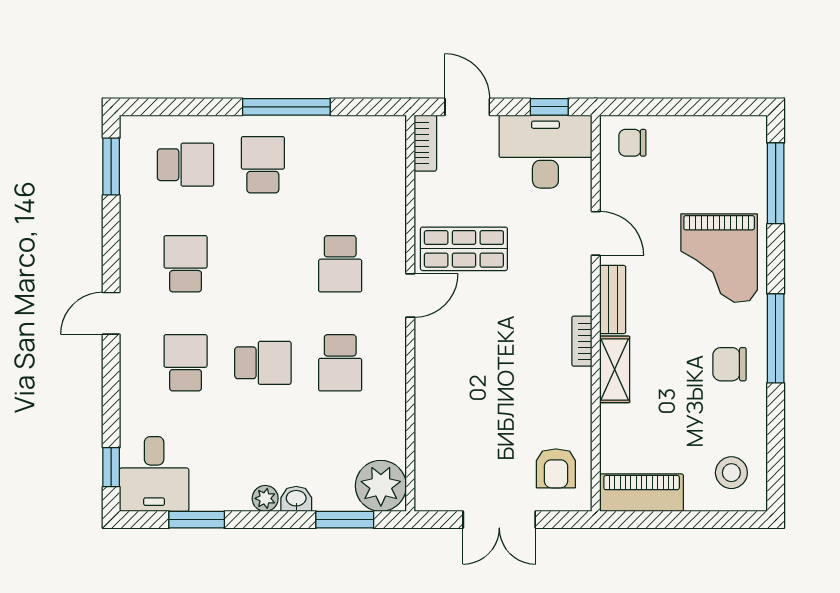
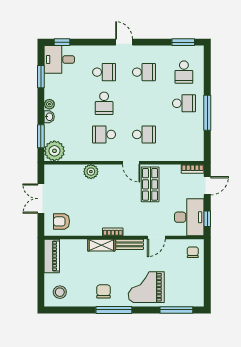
school desk: (340, 264) -> (144, 134), turned 180
plant: (432, 396) -> (91, 172), added

